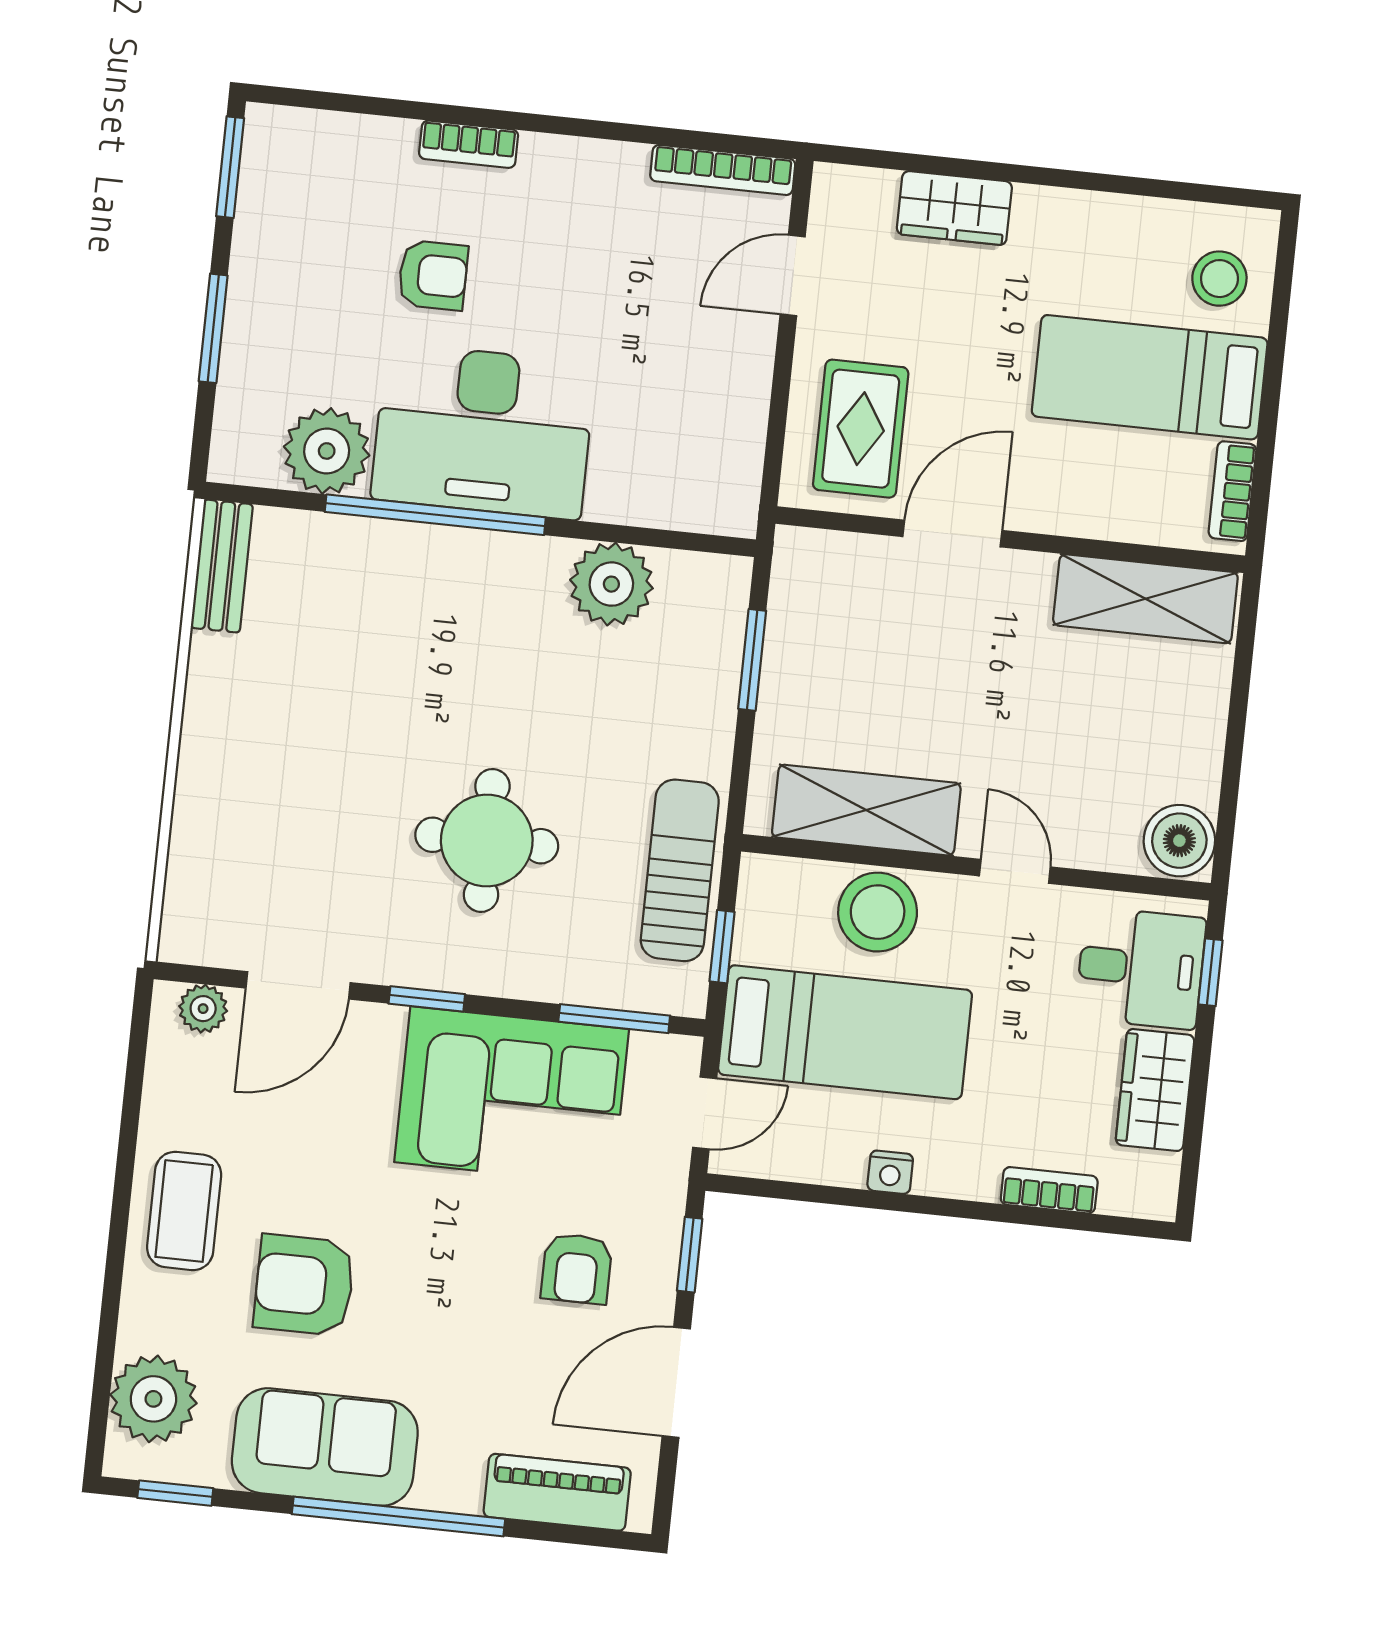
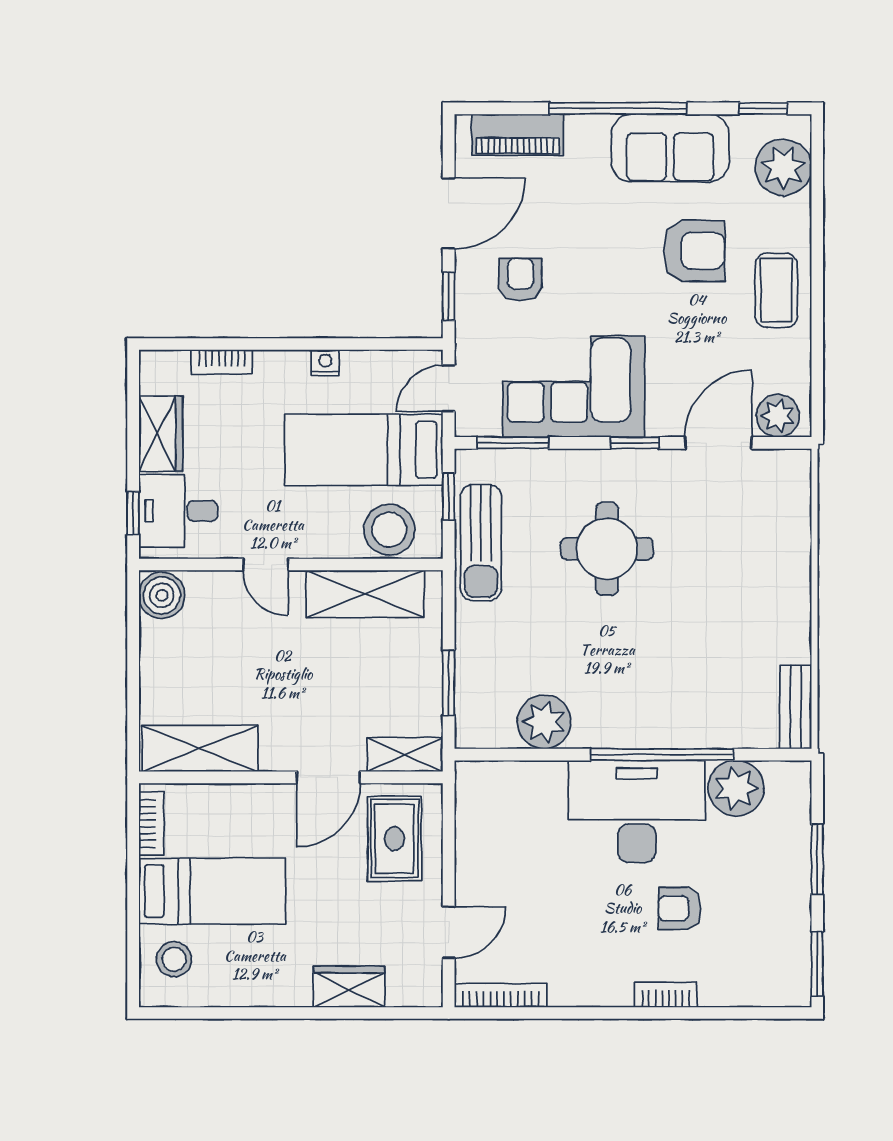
shelving: (831, 556) -> (405, 755), added
stool: (878, 912) -> (389, 530), moved
plant: (203, 1009) -> (778, 416), width x1.38, depth x1.38

